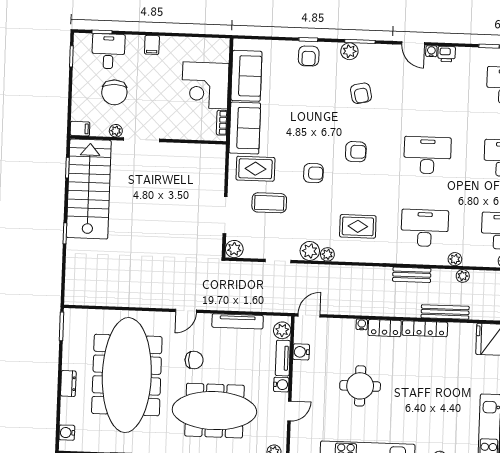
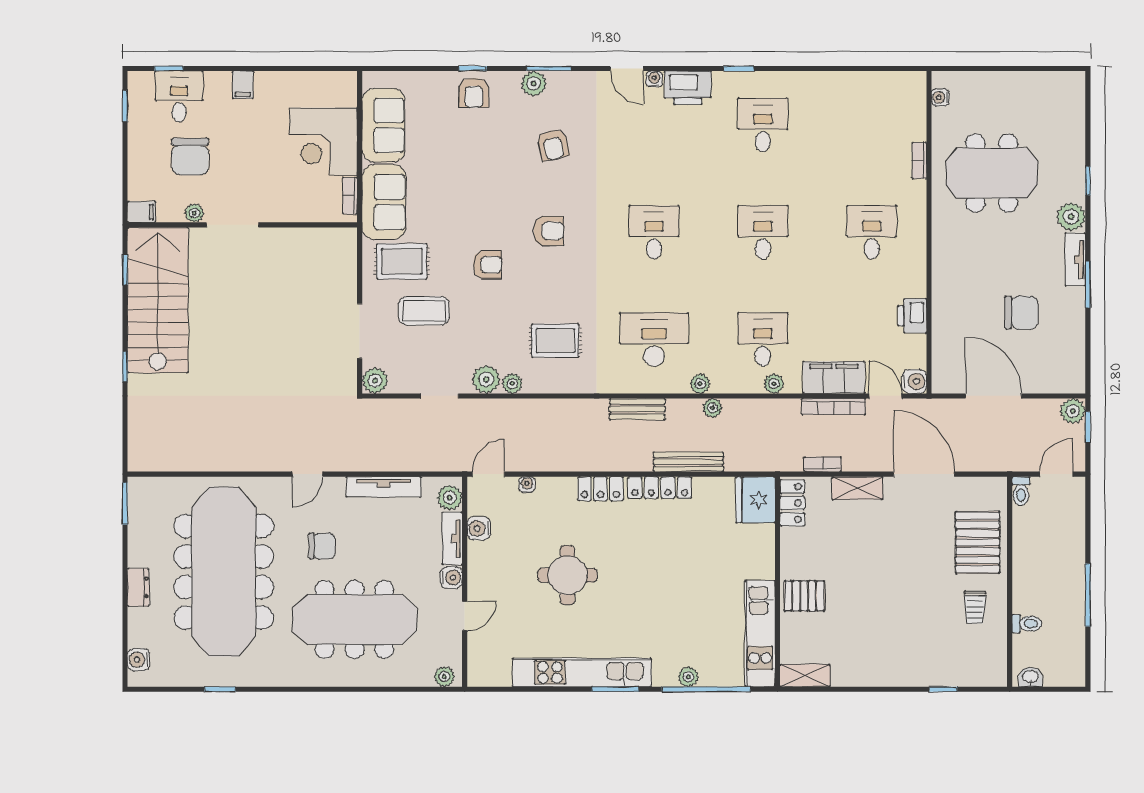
printer: (447, 54) -> (688, 88), width x1.87, depth x1.48
desk: (427, 155) -> (654, 232), width x0.73
water cooler: (362, 324) -> (527, 485), moved

